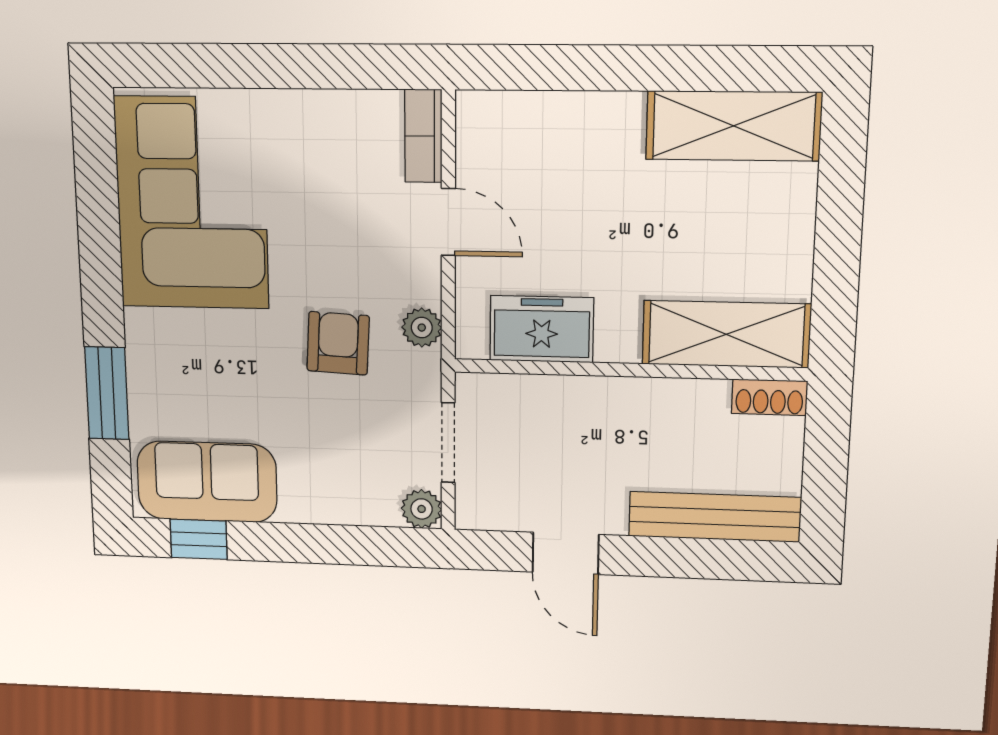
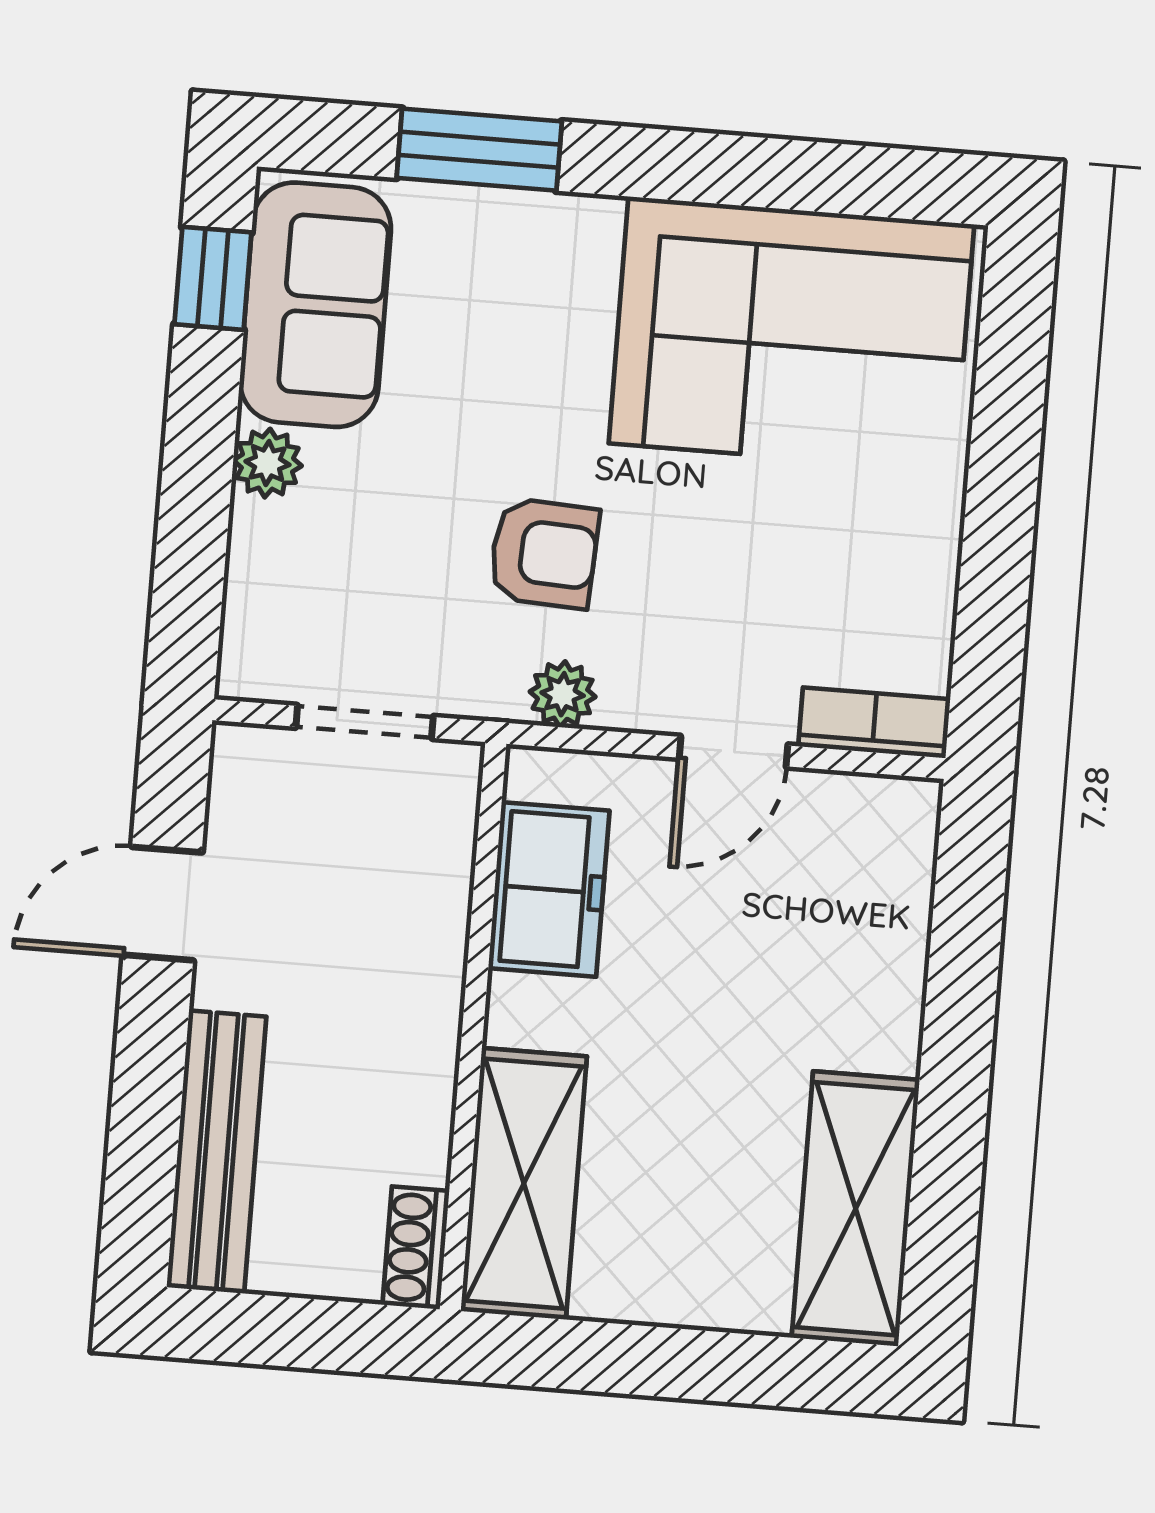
plant: (422, 509) -> (267, 463), moved

